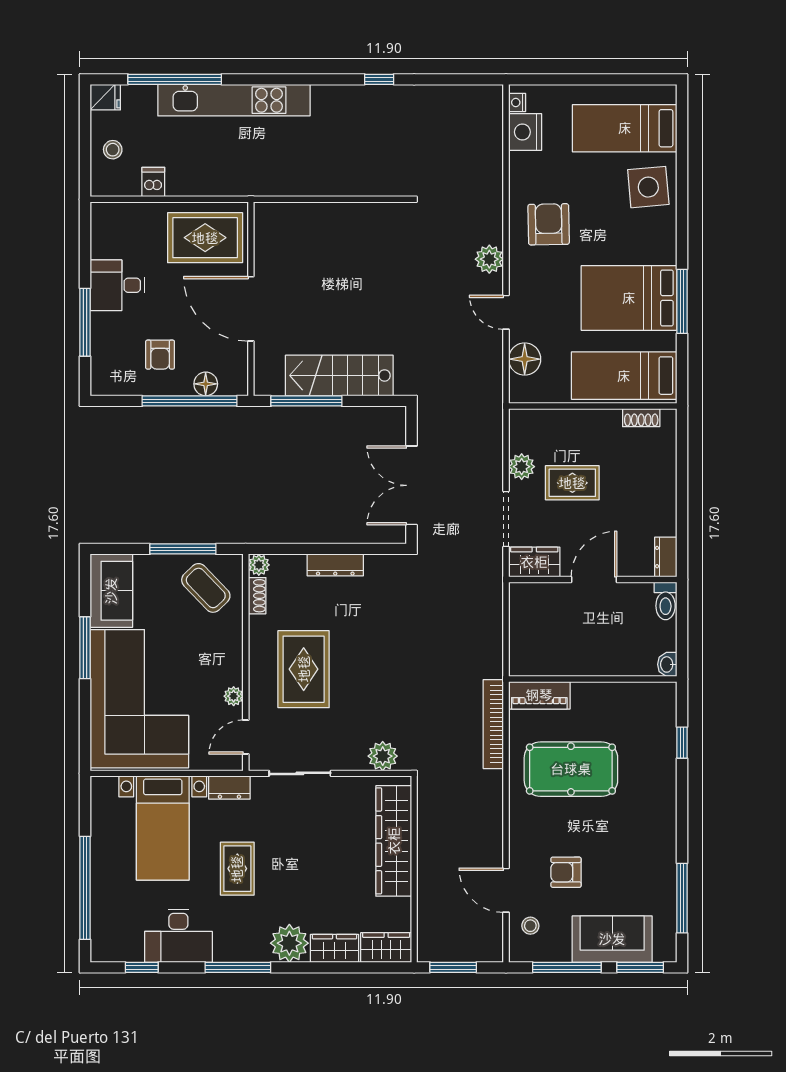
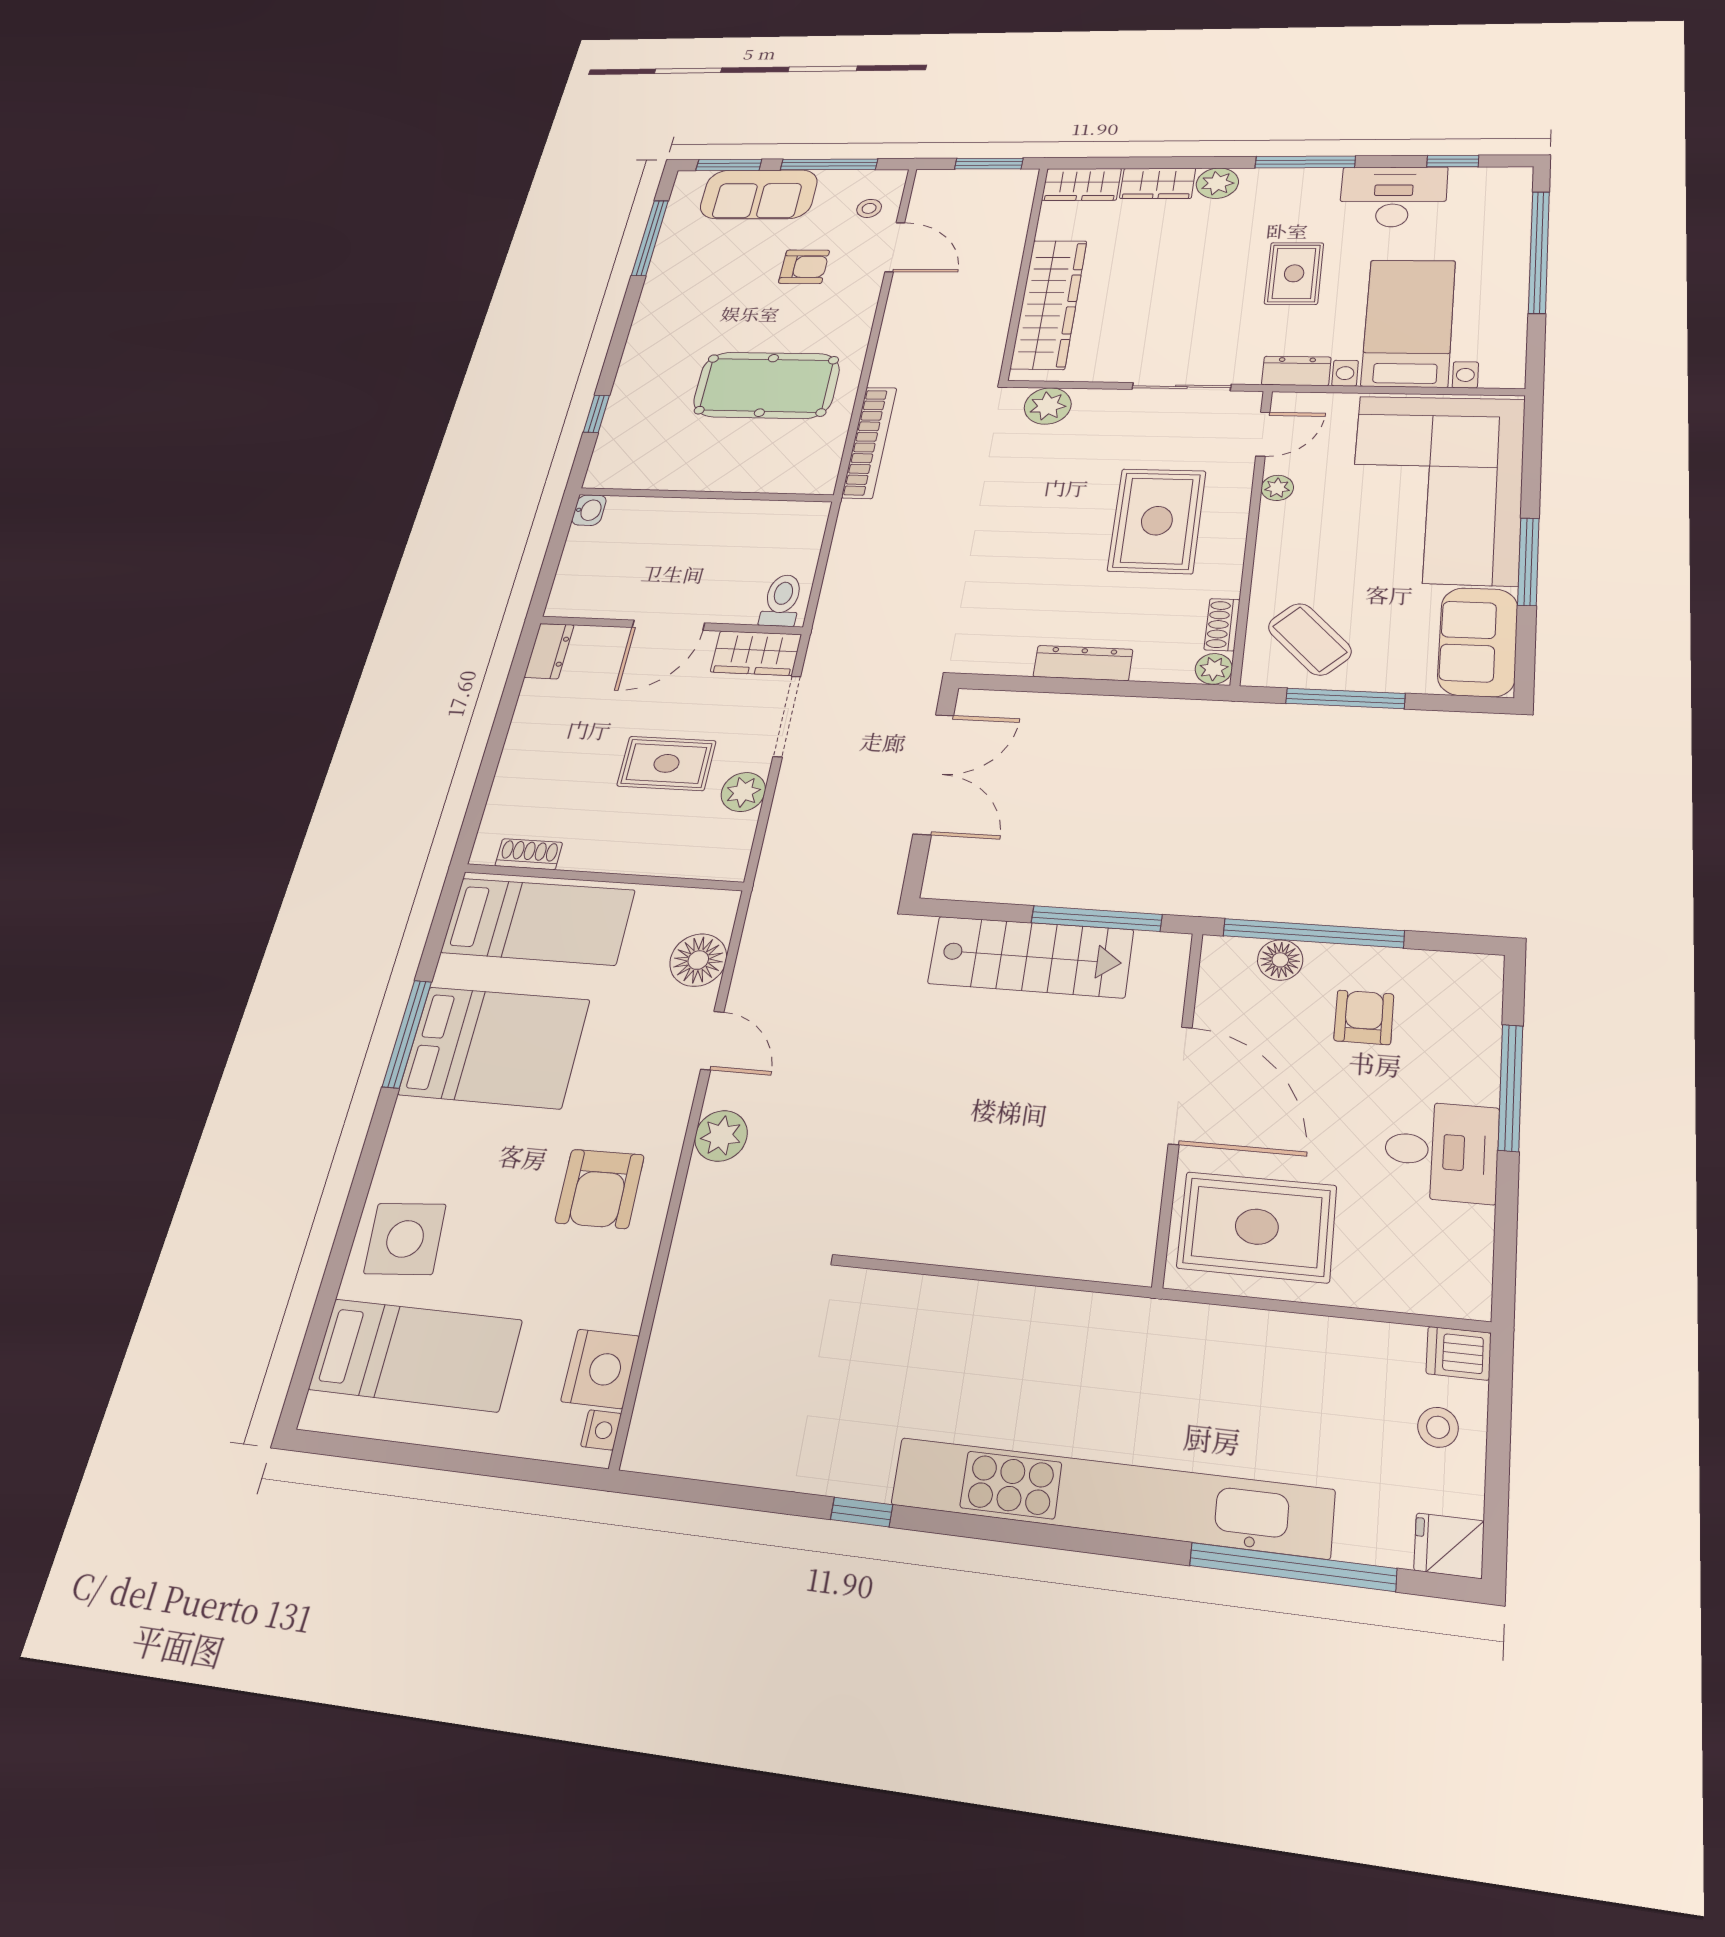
kitchen unit: (234, 100) -> (1110, 1497), width x1.36
dishwasher: (153, 182) -> (1459, 1353), moved, turned 90
toilet: (666, 601) -> (782, 600), moved
piano: (539, 695) -> (791, 476), removed
plant: (289, 943) -> (1217, 183), width x0.73, depth x0.73

